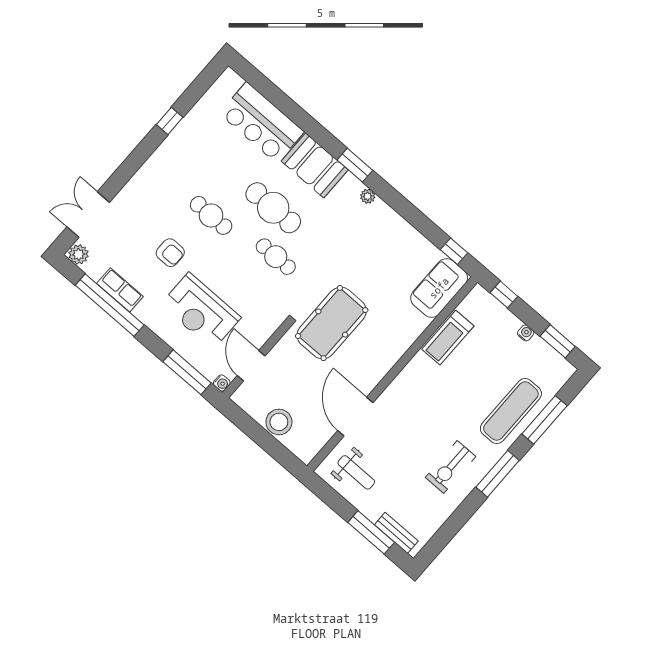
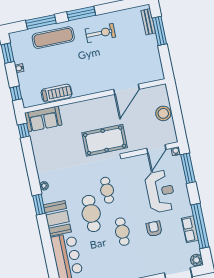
weight bench: (356, 472) -> (145, 63), removed

